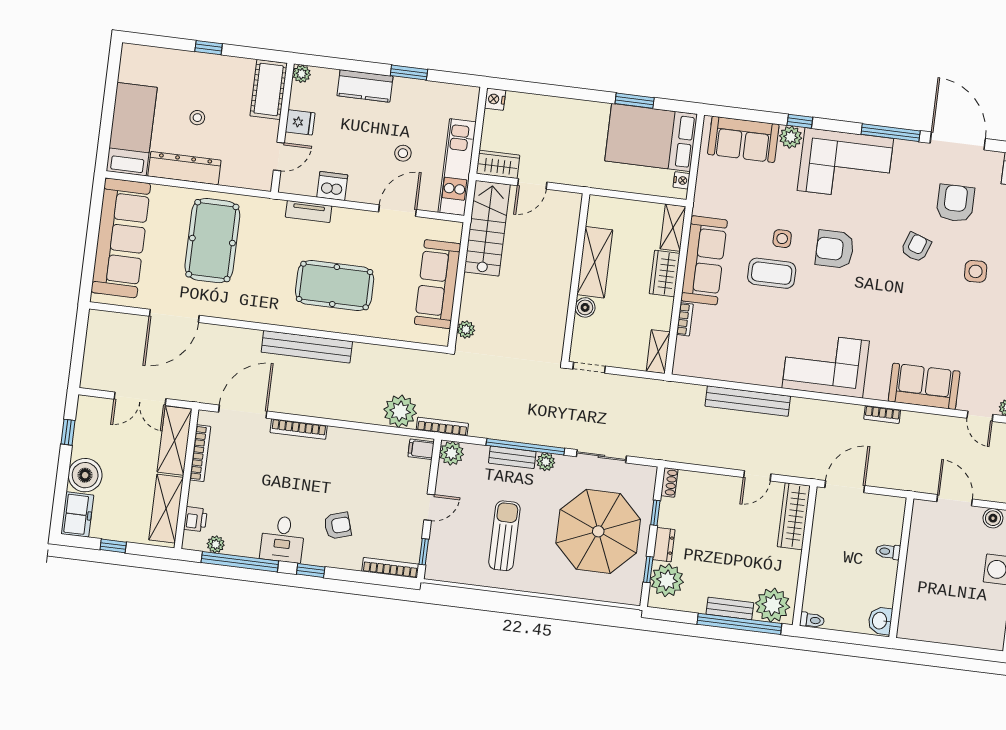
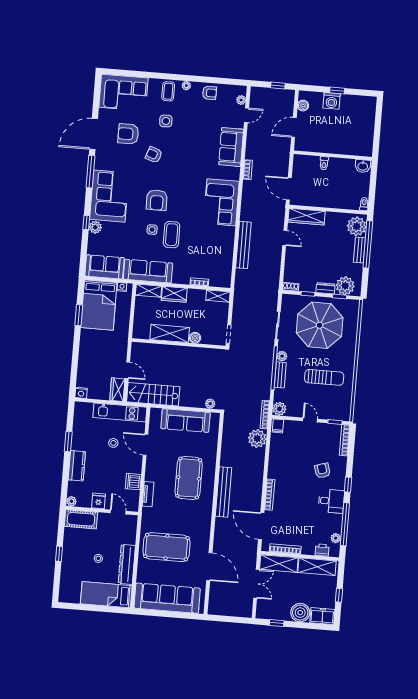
sofa: (743, 139) -> (105, 267), moved, turned -90
sofa: (704, 260) -> (148, 271), moved
sun lounger: (504, 536) -> (324, 377), turned 180

